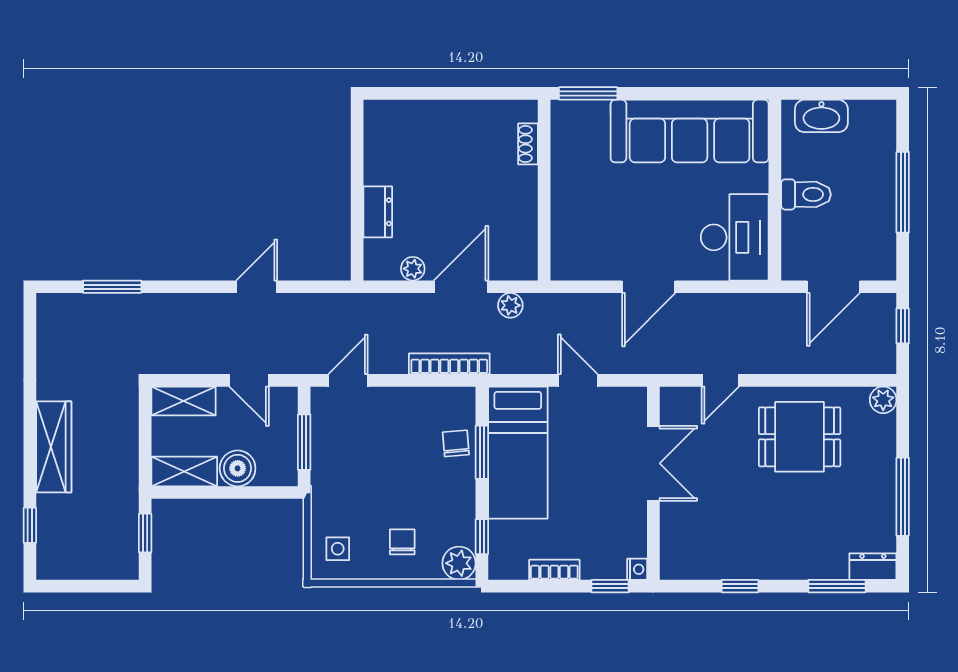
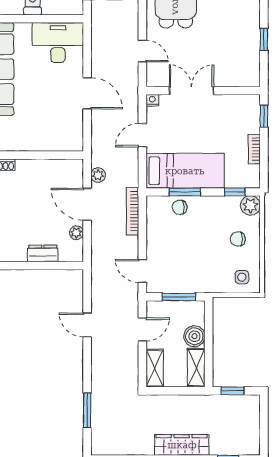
nightstand: (637, 569) -> (152, 100), moved

